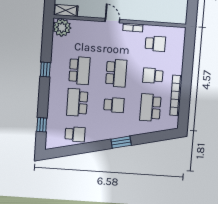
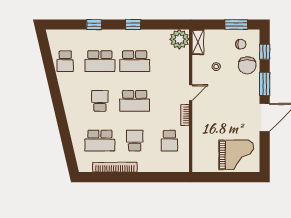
school desk: (77, 102) -> (100, 61), turned 180
school desk: (114, 105) -> (100, 101), turned 180
school desk: (150, 108) -> (100, 141), turned 180
window: (42, 125) -> (94, 25), moved
window: (121, 142) -> (60, 112), removed

